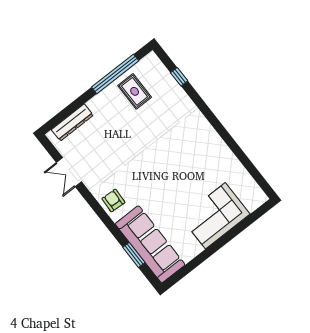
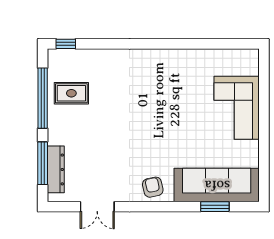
window: (179, 77) -> (66, 44), moved
window: (70, 110) -> (43, 163), added
armchair: (113, 200) -> (153, 187), turned 75

